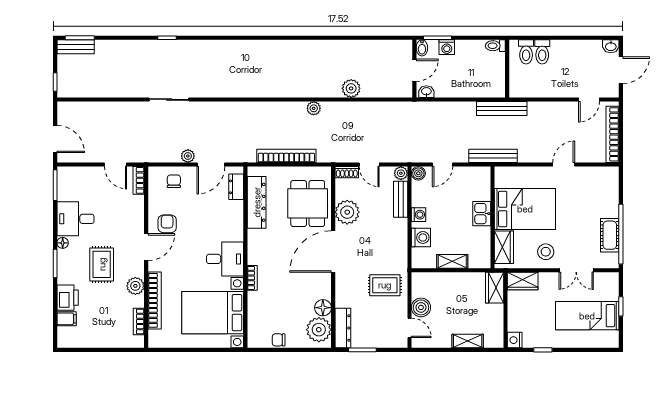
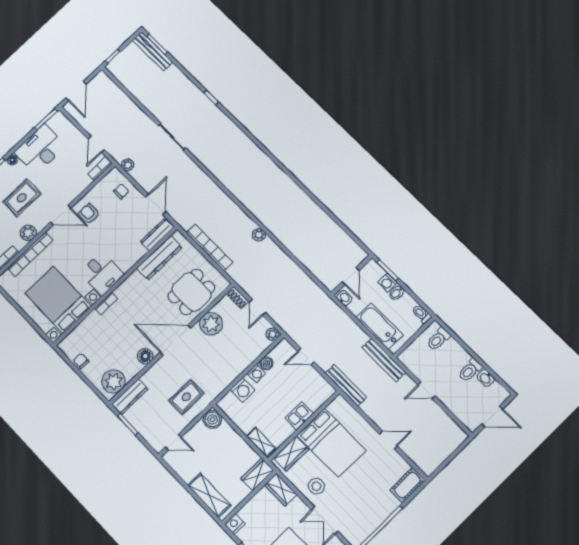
washbasin: (611, 46) -> (486, 378), moved
bench: (76, 47) -> (153, 51), width x1.36
bidet: (422, 48) -> (397, 293), moved
toilet: (542, 52) -> (470, 370), moved
door: (414, 70) -> (350, 276), hinge flipped
bathtub: (474, 86) -> (380, 326), added
plant: (351, 88) -> (296, 246), removed
door: (589, 99) -> (426, 390), moved
bookcase: (613, 134) -> (443, 454), removed
plant: (188, 156) -> (127, 165), moved
door: (211, 165) -> (156, 204), swing flipped
boiler: (418, 173) -> (266, 363), moved
dresser: (236, 187) -> (157, 235), width x1.44
bench: (401, 199) -> (255, 351), removed
desk: (76, 219) -> (40, 149), width x1.37
armchair: (167, 224) -> (89, 214), turned -90
cot: (610, 235) -> (407, 485), moved
shelving: (452, 261) -> (261, 442), moved
rug: (385, 285) -> (186, 397), turned 90
boiler: (421, 307) -> (212, 419), moved
floor lamp: (323, 308) -> (145, 356), moved
door: (410, 328) -> (173, 442), hinge flipped
shelving: (468, 341) -> (209, 495), width x1.50, depth x1.33

